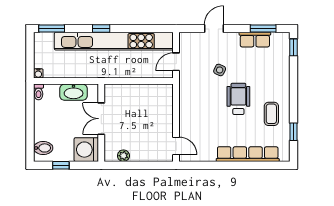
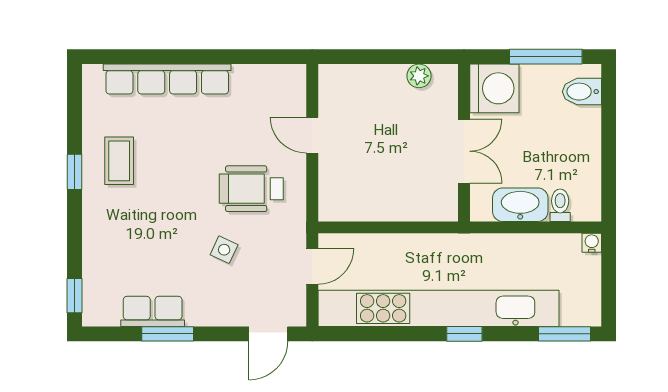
door: (214, 28) -> (268, 334), moved
window: (263, 28) -> (168, 334), moved
toilet: (38, 92) -> (560, 205), moved
wheelchair: (238, 99) -> (251, 189), moved, turned 90
window: (293, 132) -> (74, 172), moved
door: (176, 146) -> (312, 135), moved
window: (61, 165) -> (546, 57), width x2.17

